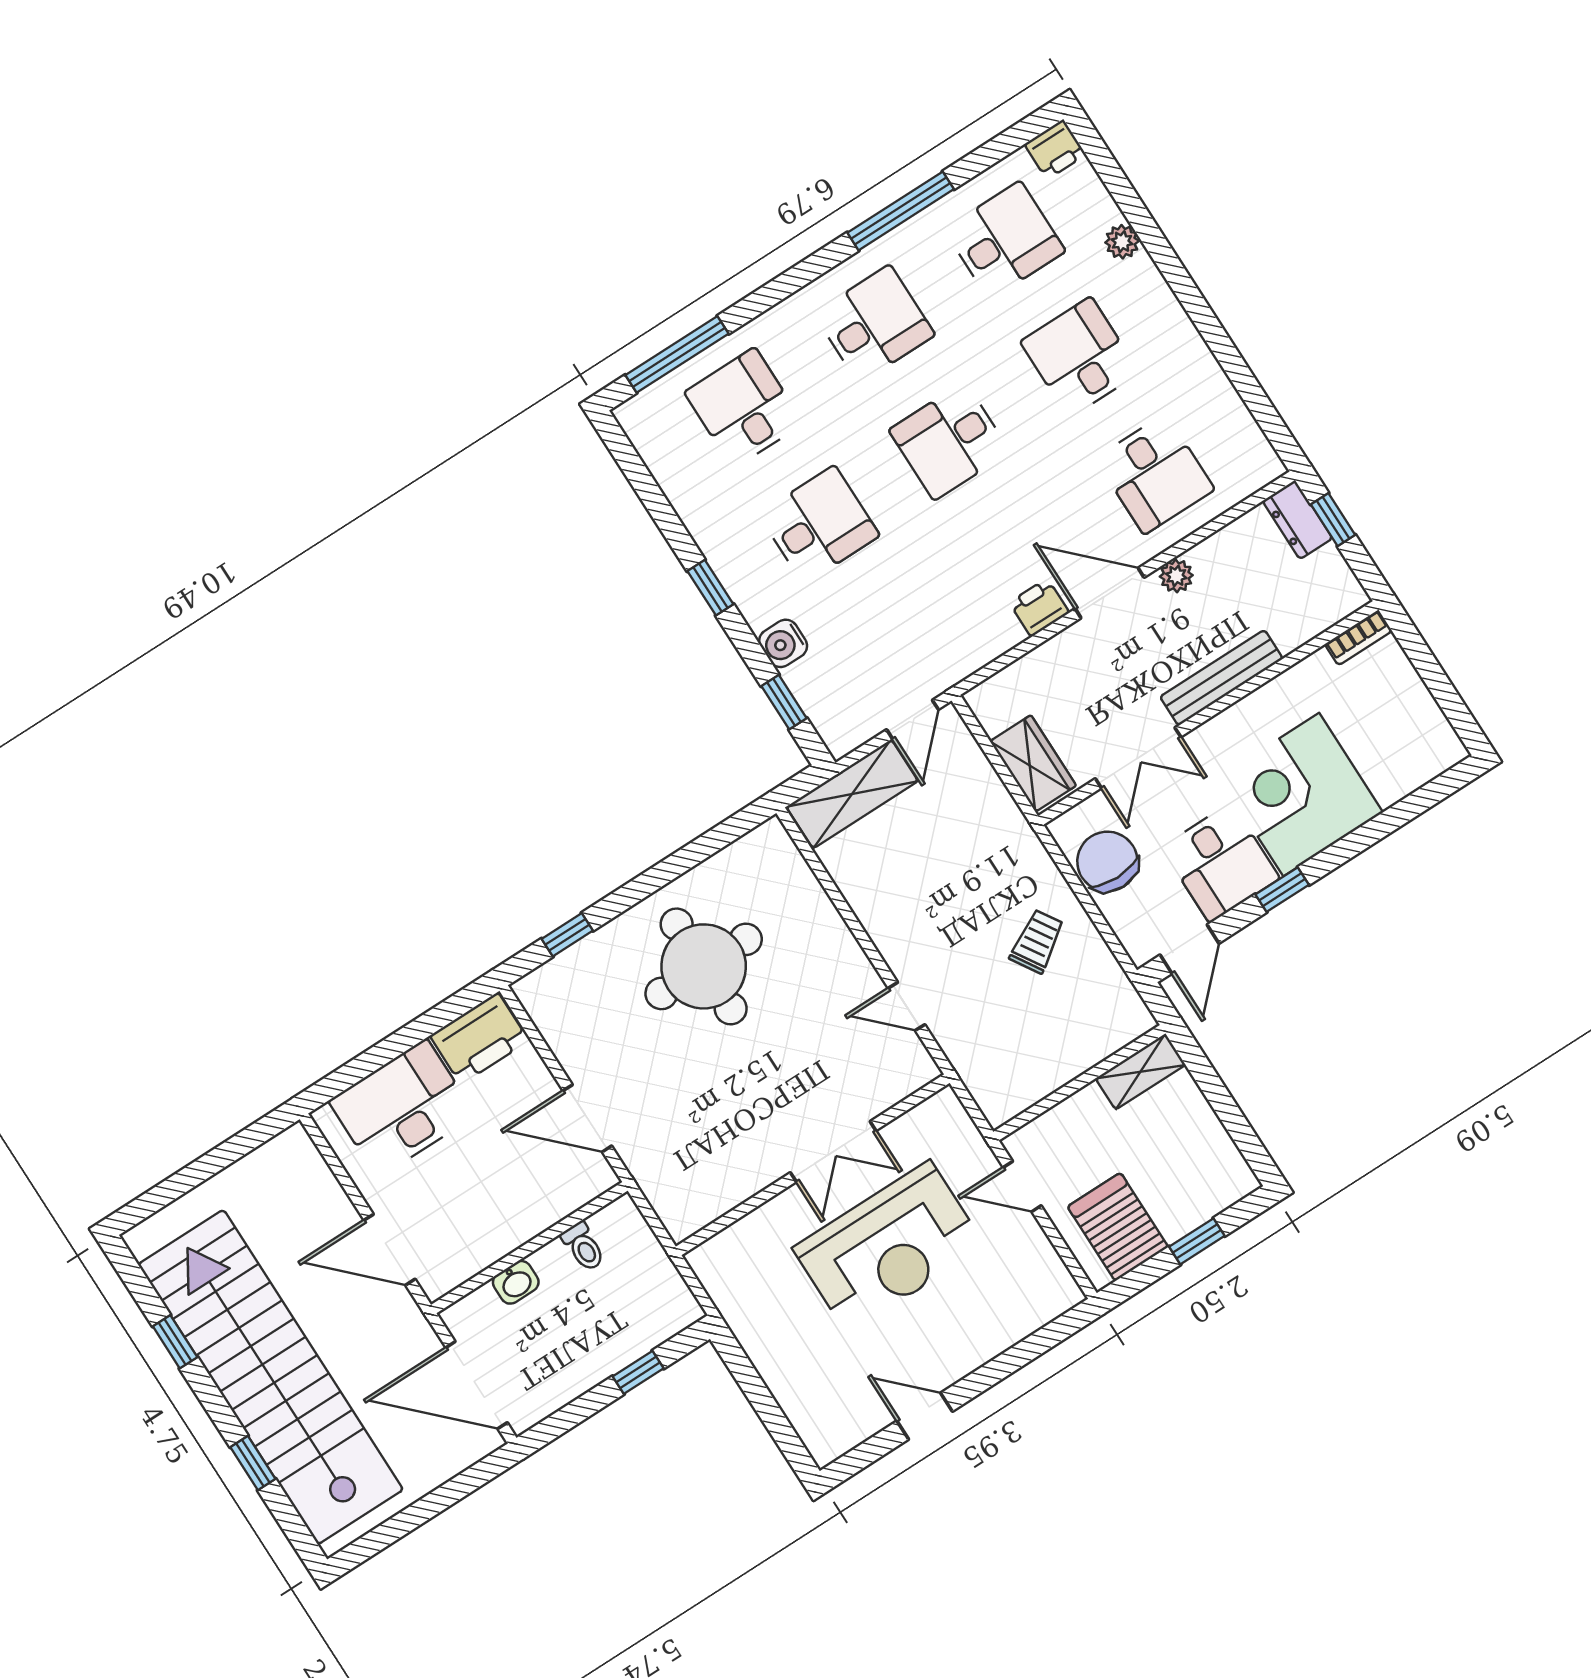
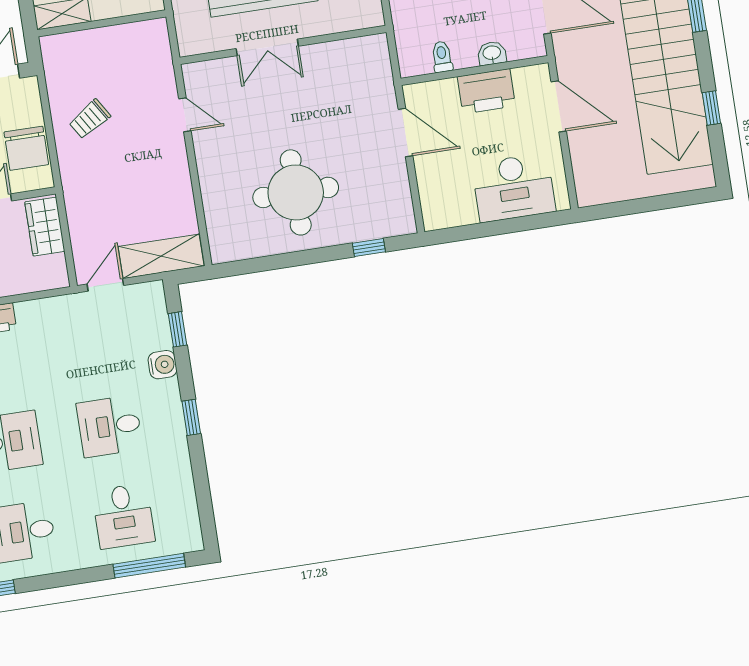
printer: (479, 1038) -> (486, 91), moved, turned 180
double door: (833, 1152) -> (267, 47), swing flipped

